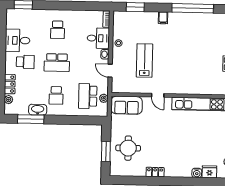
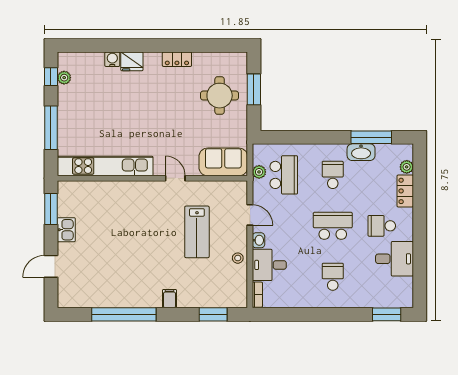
fridge: (209, 172) -> (132, 61), moved

